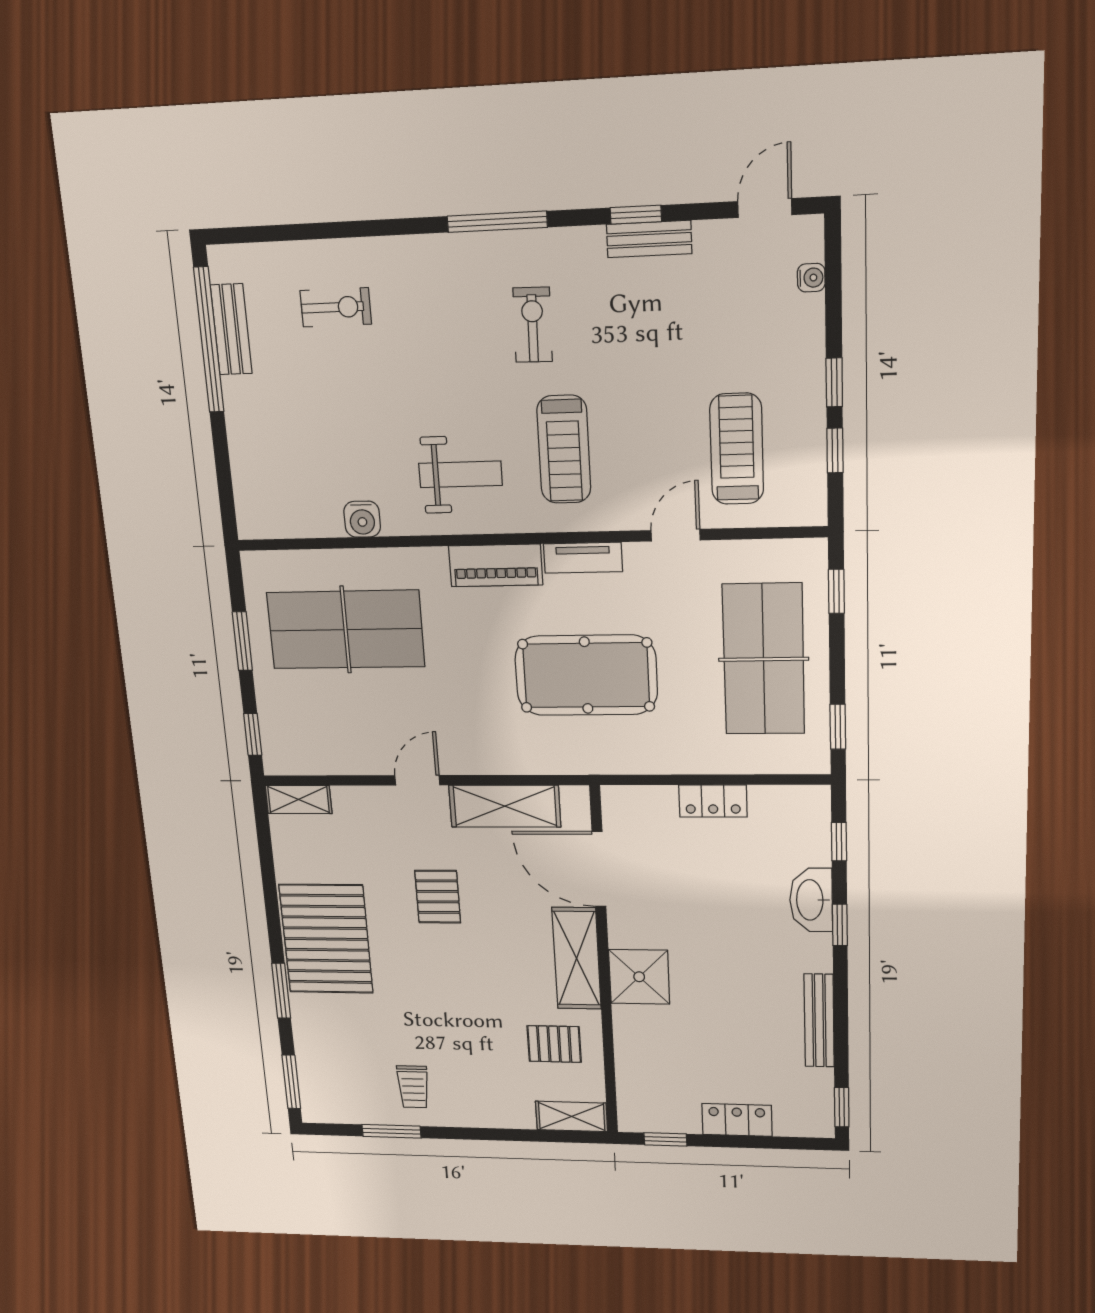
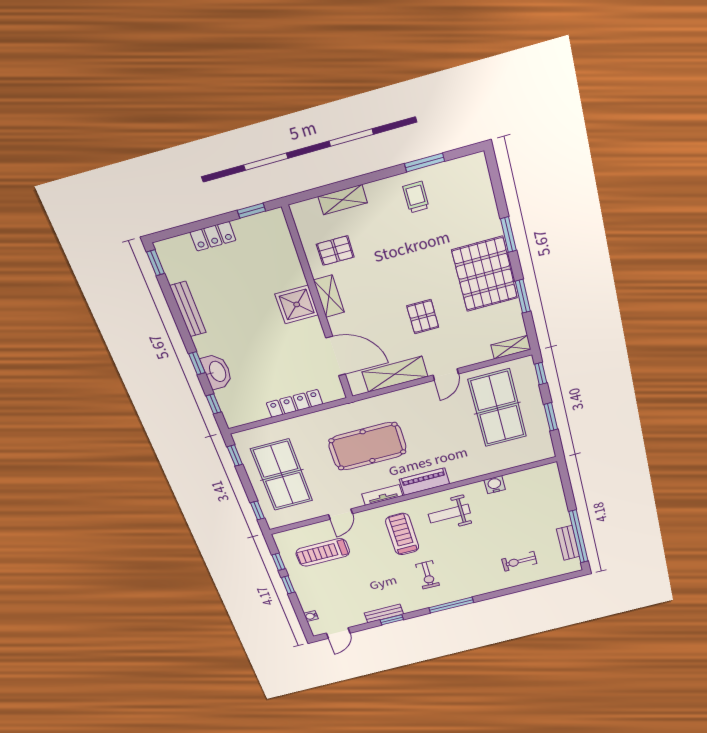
treadmill: (737, 449) -> (323, 552), turned 90
table tennis table: (346, 630) -> (497, 408), moved, turned 90
locker: (713, 801) -> (295, 403), width x1.53
shelving: (577, 958) -> (329, 296), width x0.67, depth x0.75
window: (291, 1082) -> (523, 296), moved
shelving: (572, 1116) -> (343, 200), moved

